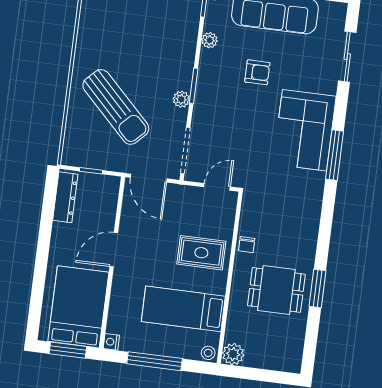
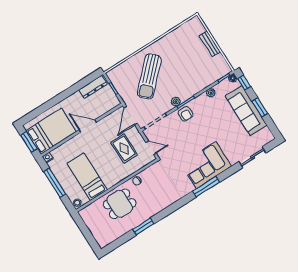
armchair: (257, 72) -> (185, 114), moved
rug: (201, 253) -> (124, 149), moved
dining table: (276, 290) -> (120, 204), moved, turned 90
plant: (233, 354) -> (86, 214), removed

